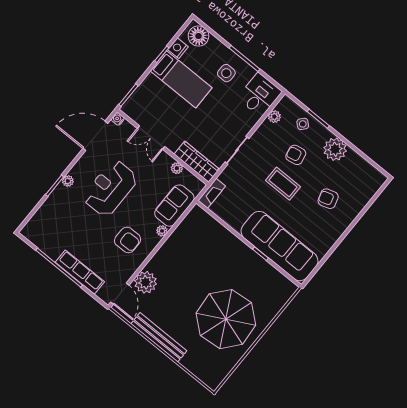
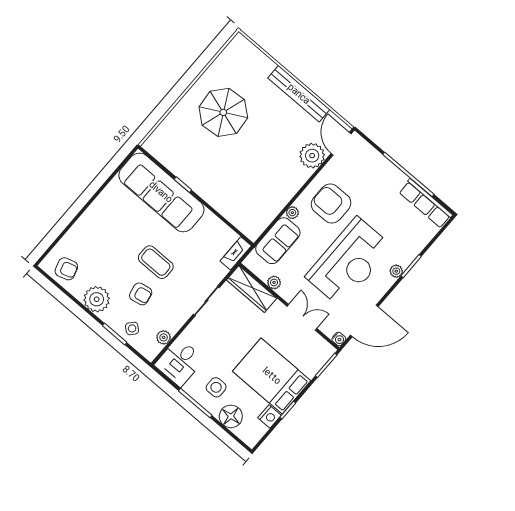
floor lamp: (198, 36) -> (231, 416), moved
bed: (181, 79) -> (272, 376), width x1.50
reception desk: (110, 188) -> (349, 262), width x1.36, depth x1.30
armchair: (328, 199) -> (66, 269), moved
armchair: (128, 240) -> (331, 204), width x1.36, depth x1.36
row of seats: (80, 272) -> (426, 203), moved
parasol: (226, 319) -> (223, 112), width x0.73, depth x0.73

